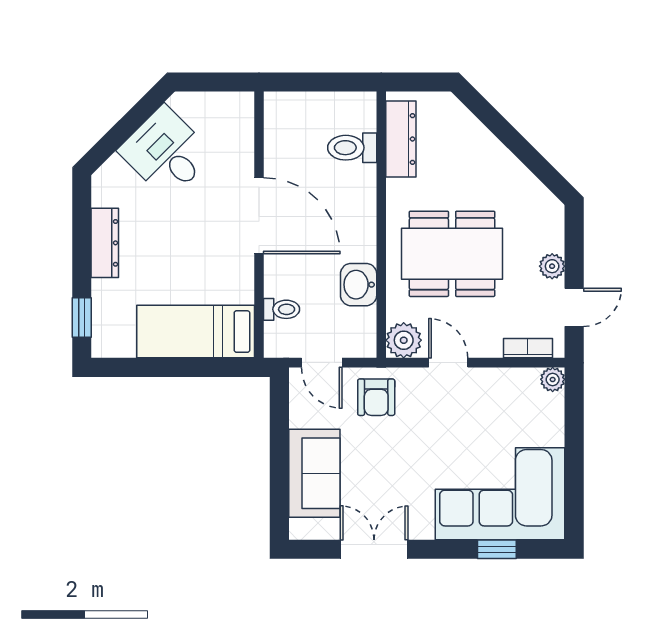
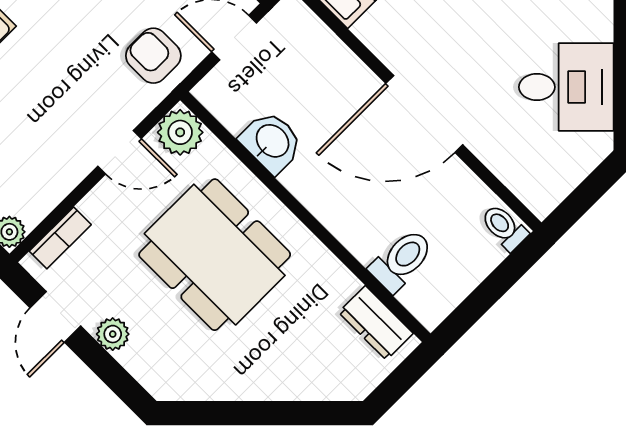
dresser: (401, 139) -> (376, 323), width x0.70
dining table: (452, 254) -> (215, 255), turned 90
toilet: (282, 309) -> (504, 227), moved, turned 90

